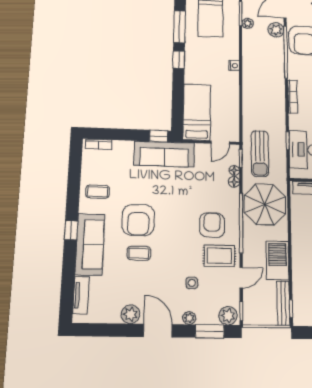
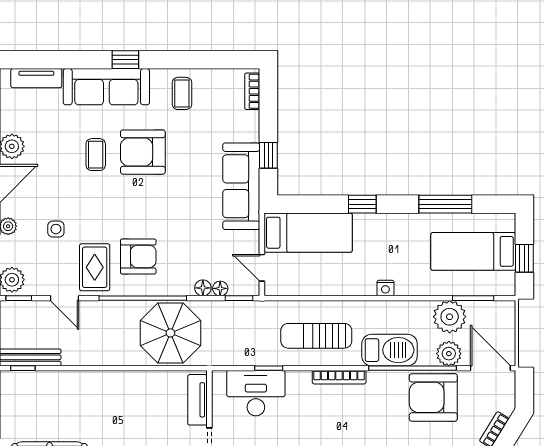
plant: (248, 23) -> (450, 317), width x1.88, depth x1.88
window: (179, 60) -> (362, 204), moved
window: (159, 136) -> (268, 155), moved
sun lounger: (260, 154) -> (316, 336), moved
barbecue: (277, 260) -> (390, 350), moved

